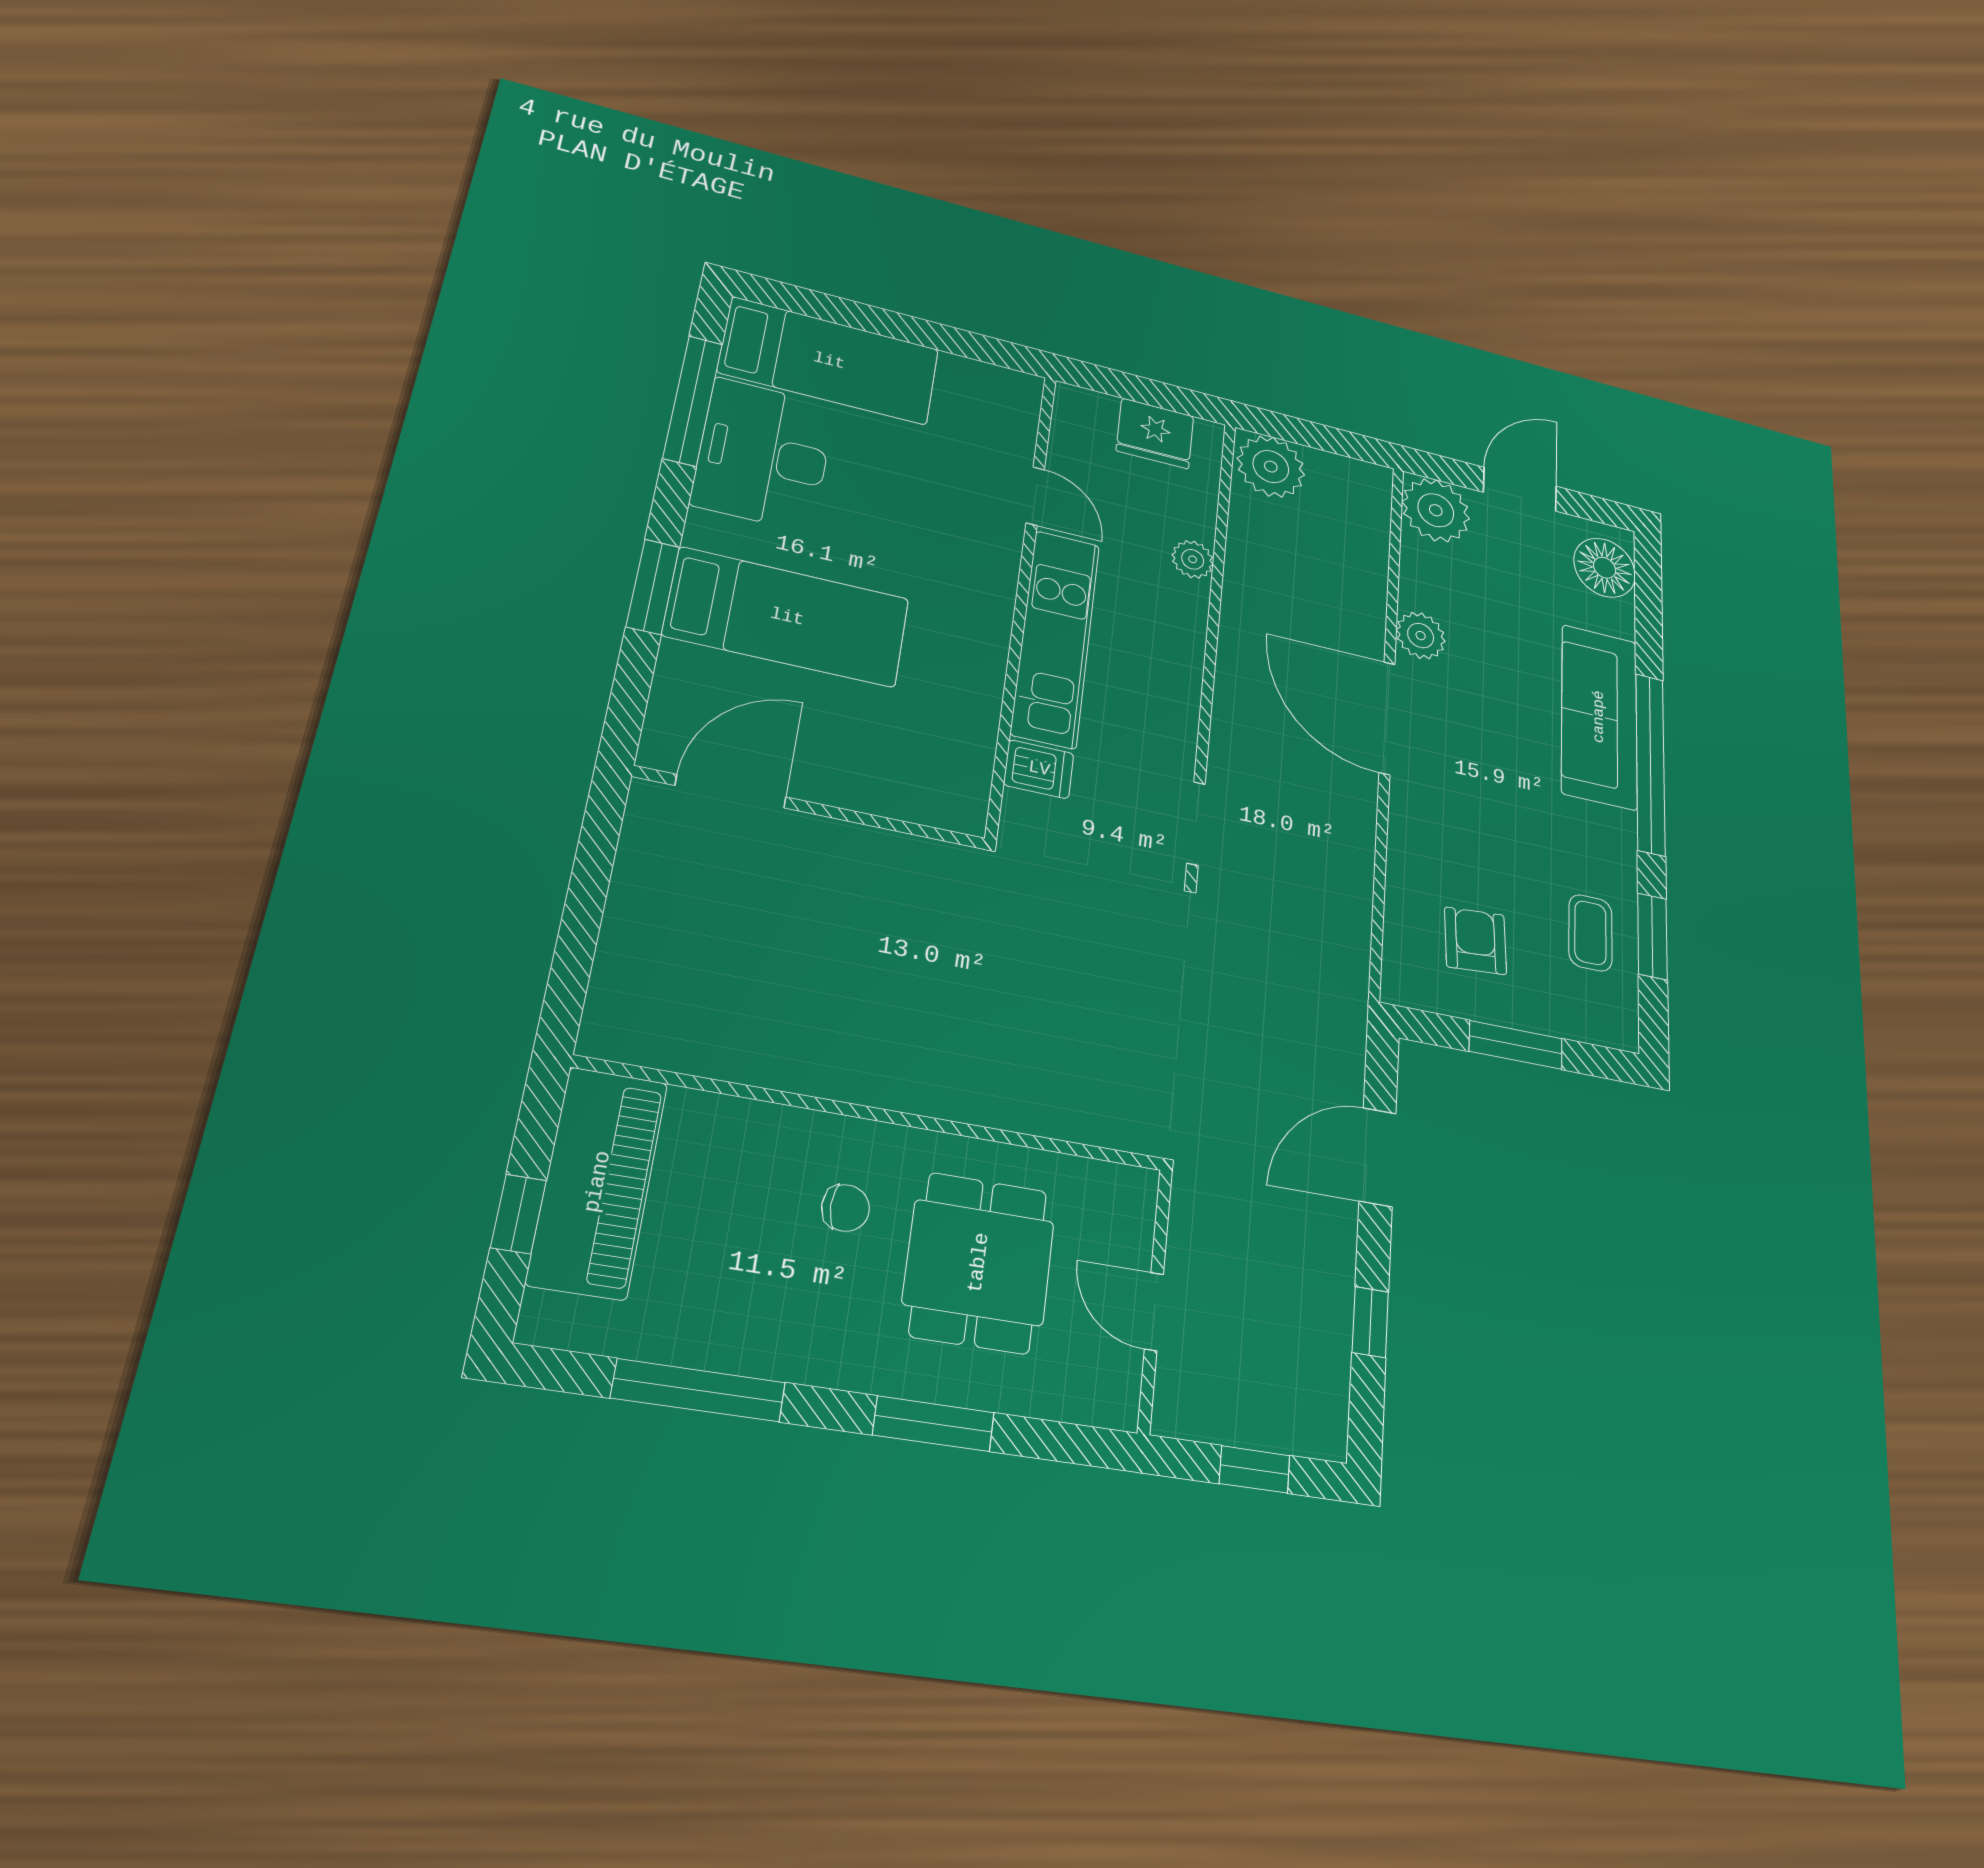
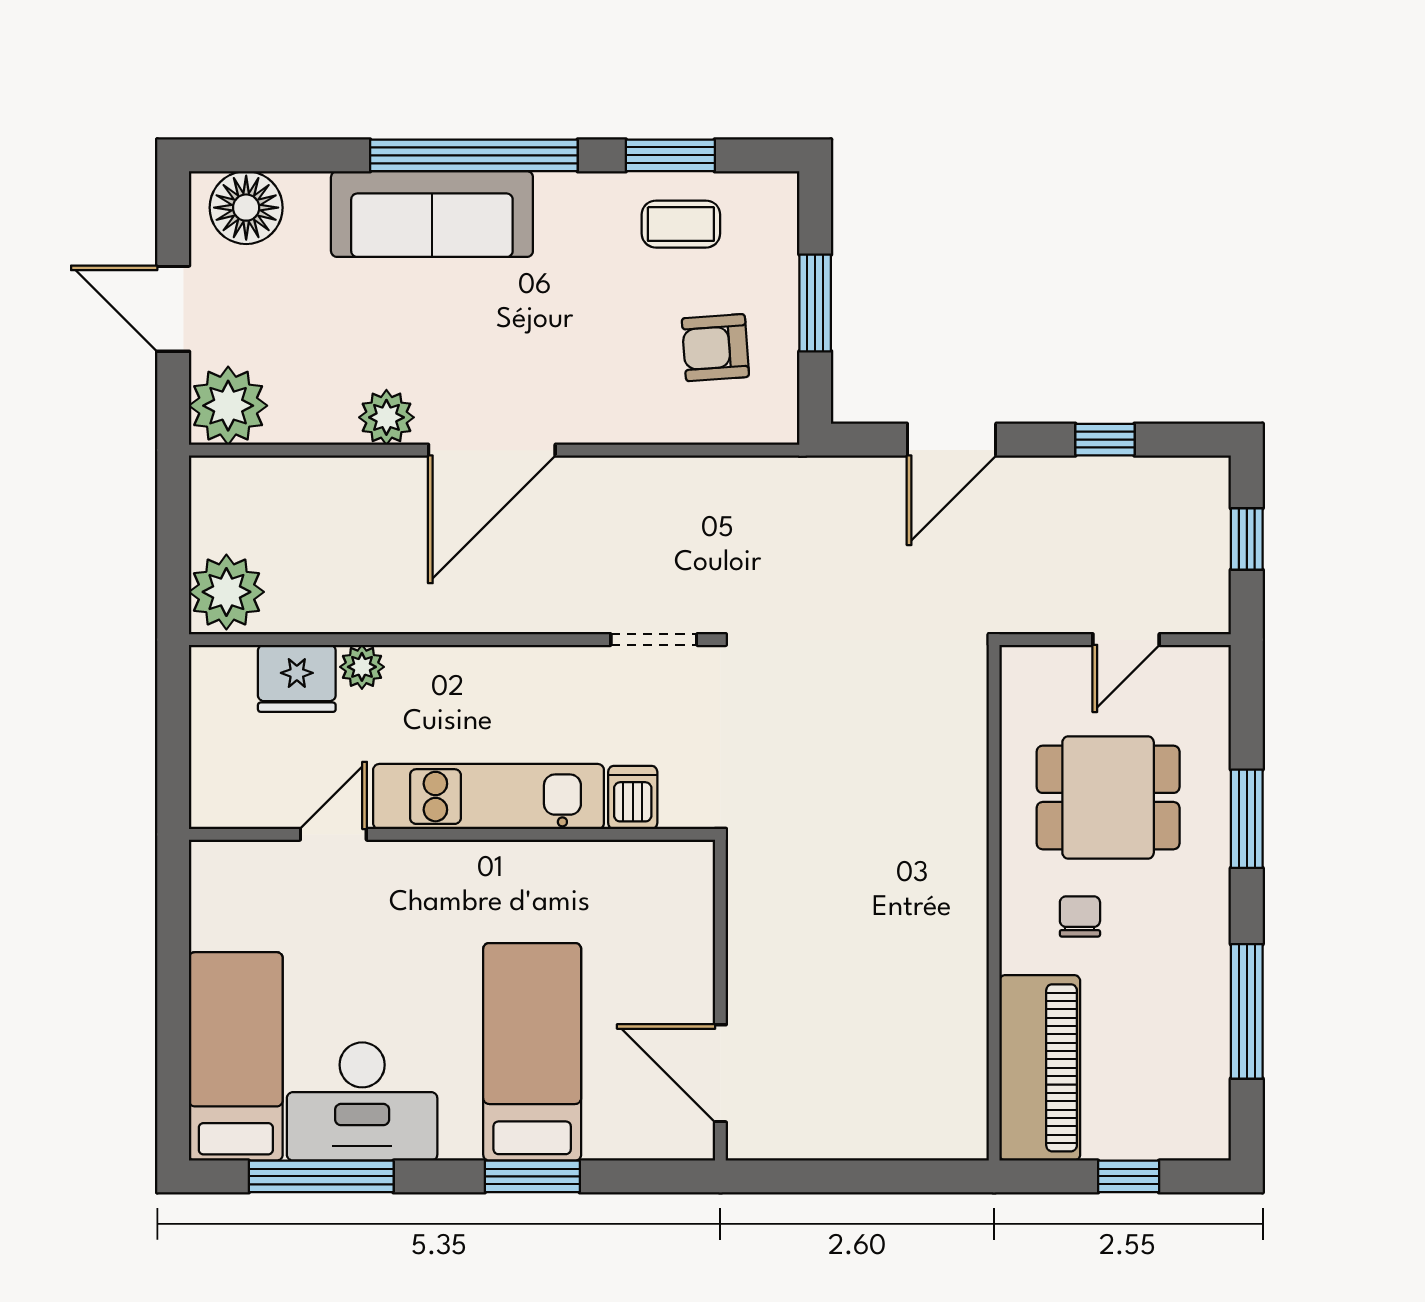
fridge: (1155, 433) -> (297, 678), moved, turned 90
door: (1378, 1157) -> (952, 440), hinge flipped
piano: (598, 1182) -> (1040, 1068), moved, turned 90

